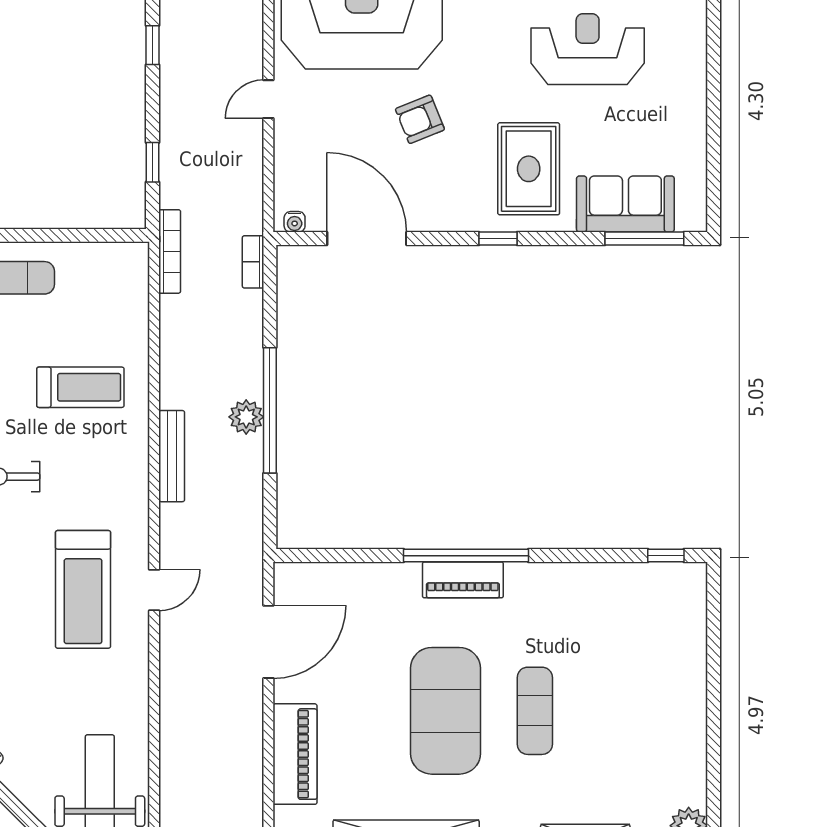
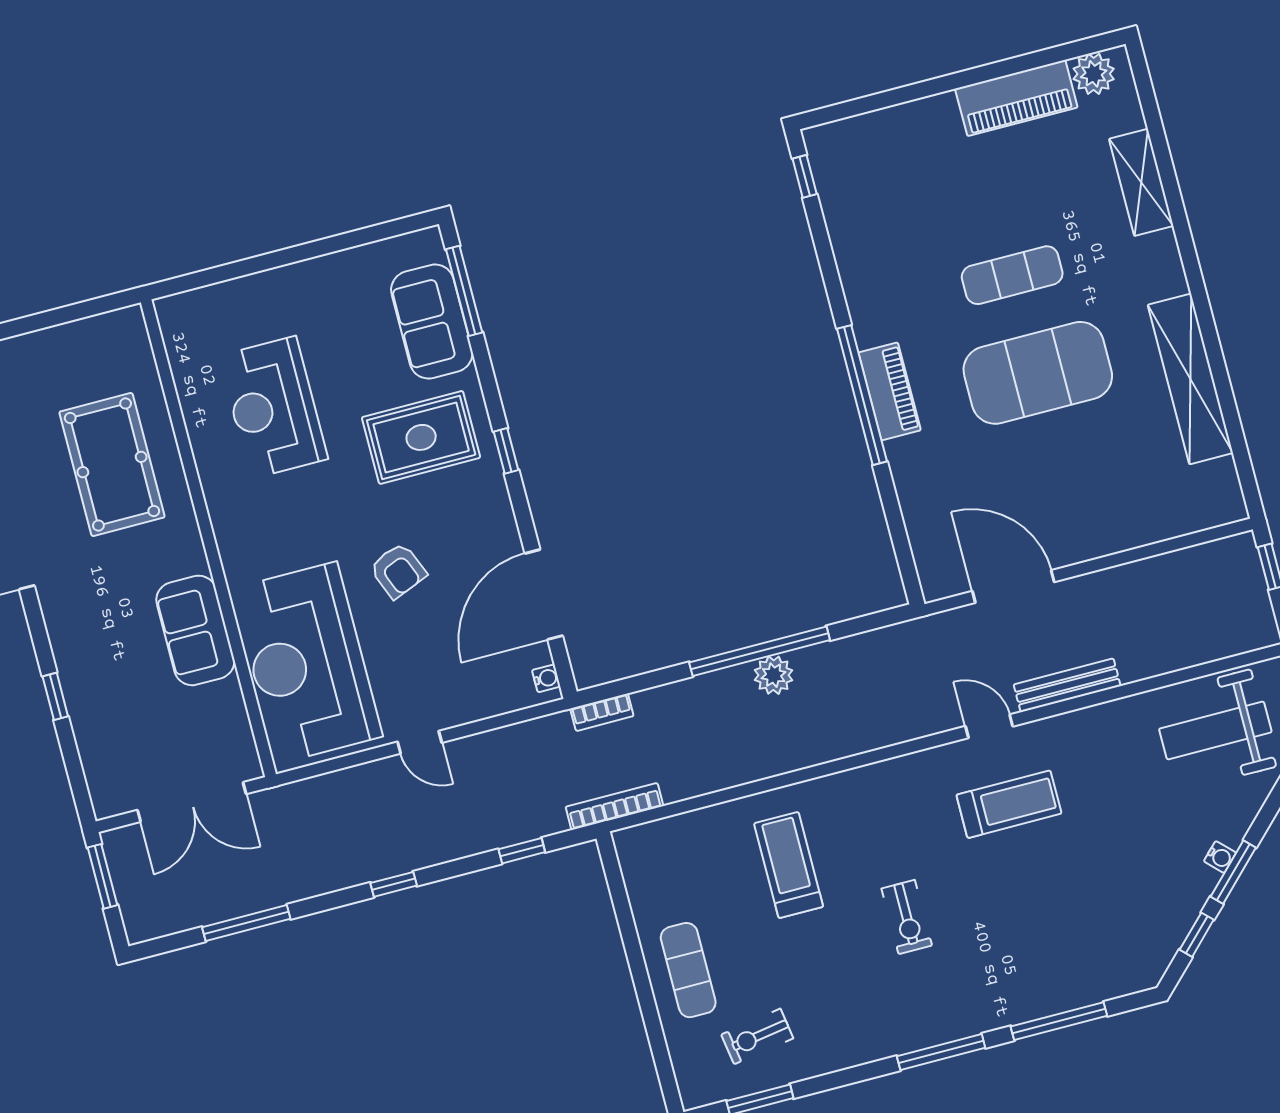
bench: (172, 456) -> (1067, 685), moved
treadmill: (83, 589) -> (1009, 804), width x0.73, depth x0.73
piano: (295, 754) -> (1016, 98), moved, turned 180

